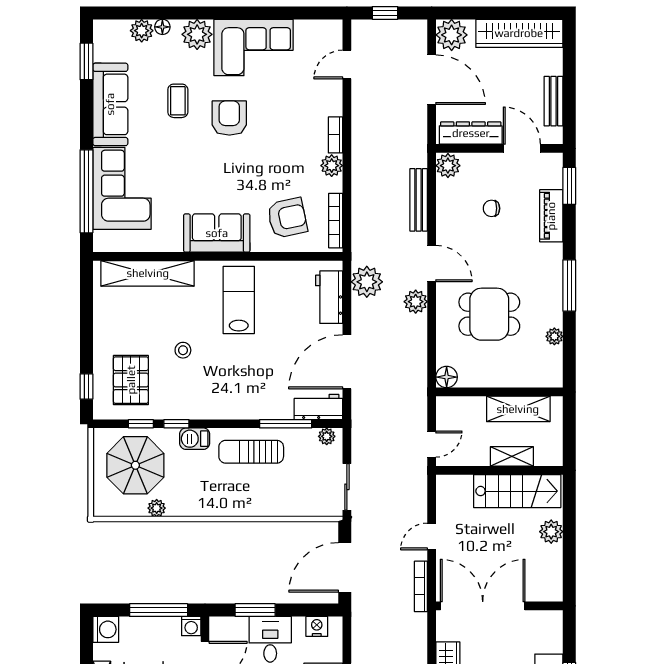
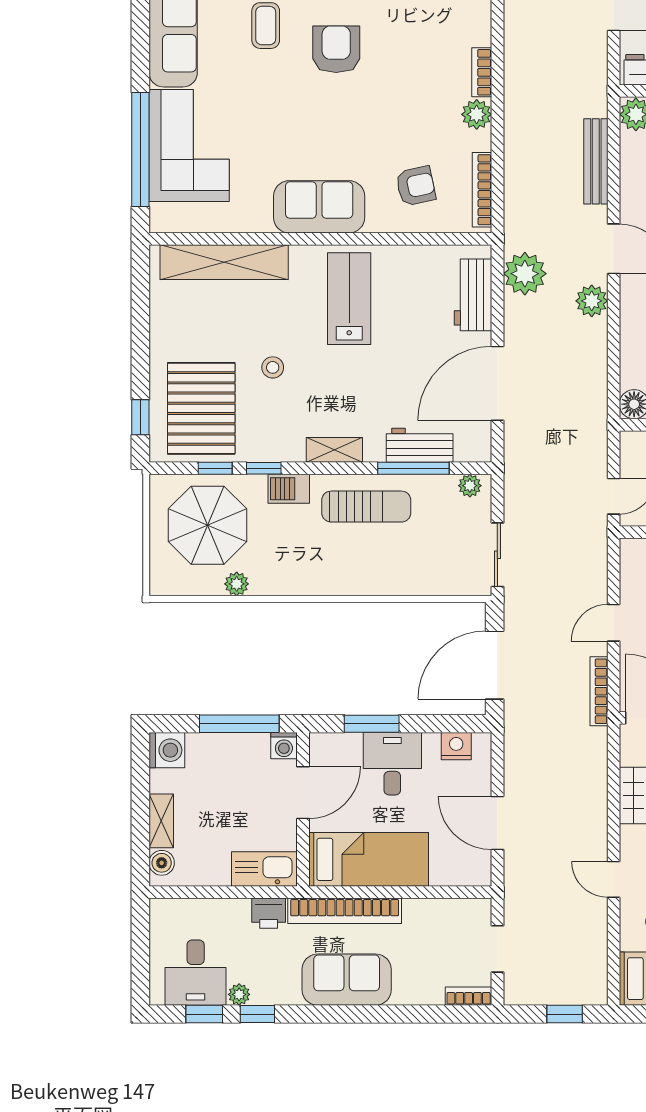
armchair: (287, 218) -> (416, 186), width x0.72, depth x0.72
pallet: (131, 380) -> (201, 408), width x1.37, depth x1.41
workbench: (318, 407) -> (420, 445), moved
shelving: (228, 410) -> (334, 450), added
sun lounger: (251, 452) -> (366, 507), turned 180

